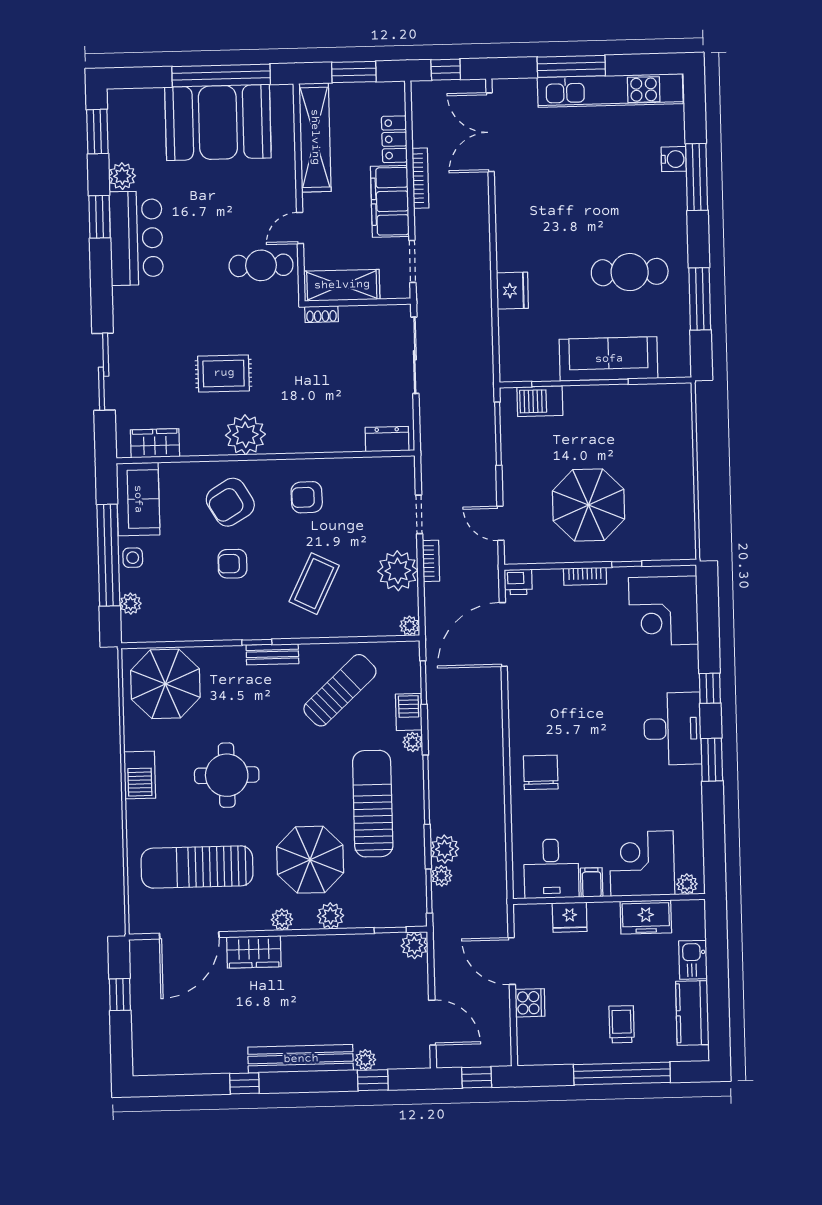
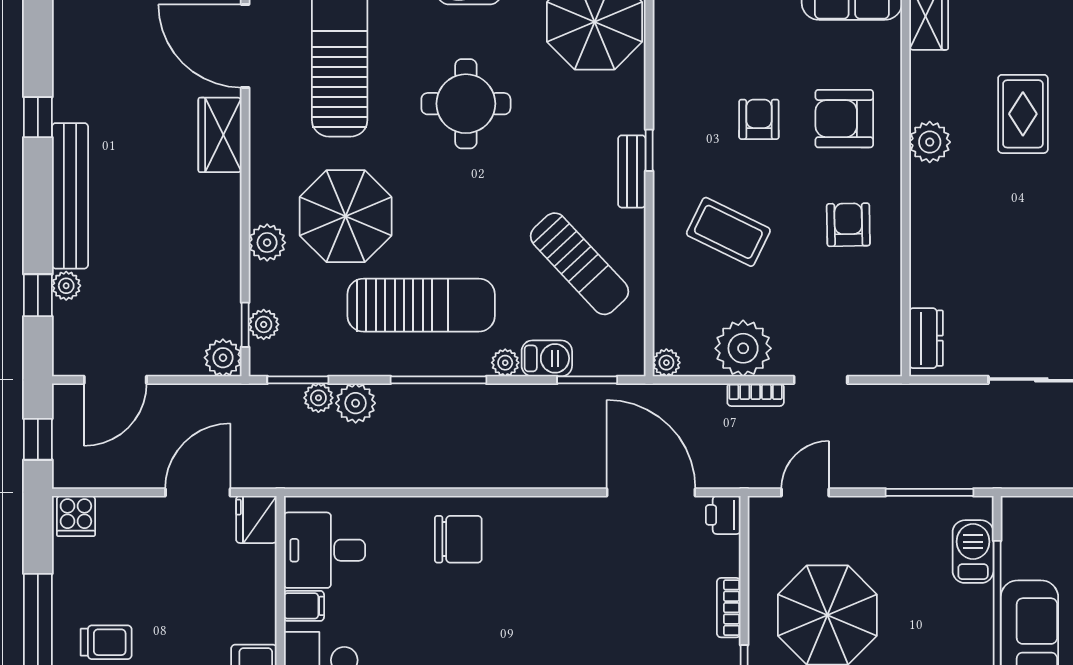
plant: (245, 435) -> (930, 142), width x0.73, depth x0.73
armchair: (230, 502) -> (844, 119), turned -59
fridge: (570, 917) -> (256, 519), moved
plant: (282, 920) -> (264, 324), moved
cooker: (530, 1003) -> (76, 516), moved

